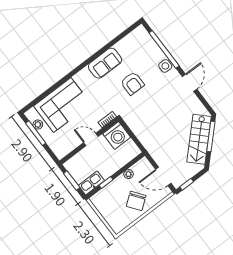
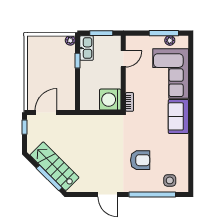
sofa: (105, 63) -> (178, 116), moved
side table: (165, 66) -> (170, 180), moved
armchair: (132, 83) -> (140, 160), moved, turned 180
door: (91, 139) -> (123, 59), moved
plant: (129, 174) -> (70, 40), moved
chair: (136, 201) -> (43, 74), removed

